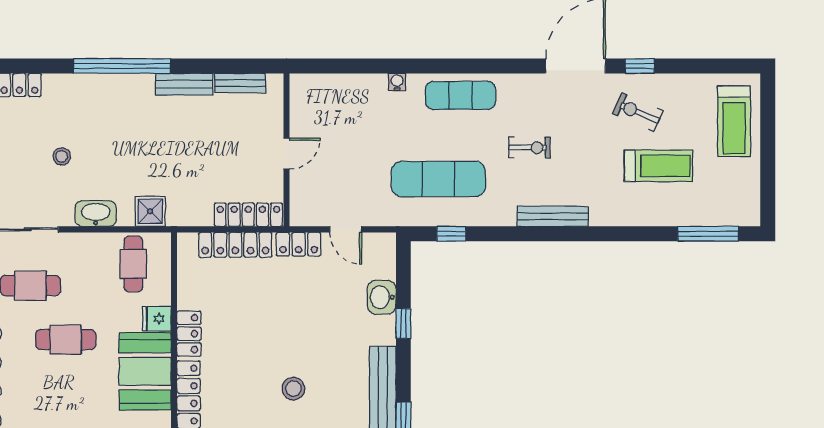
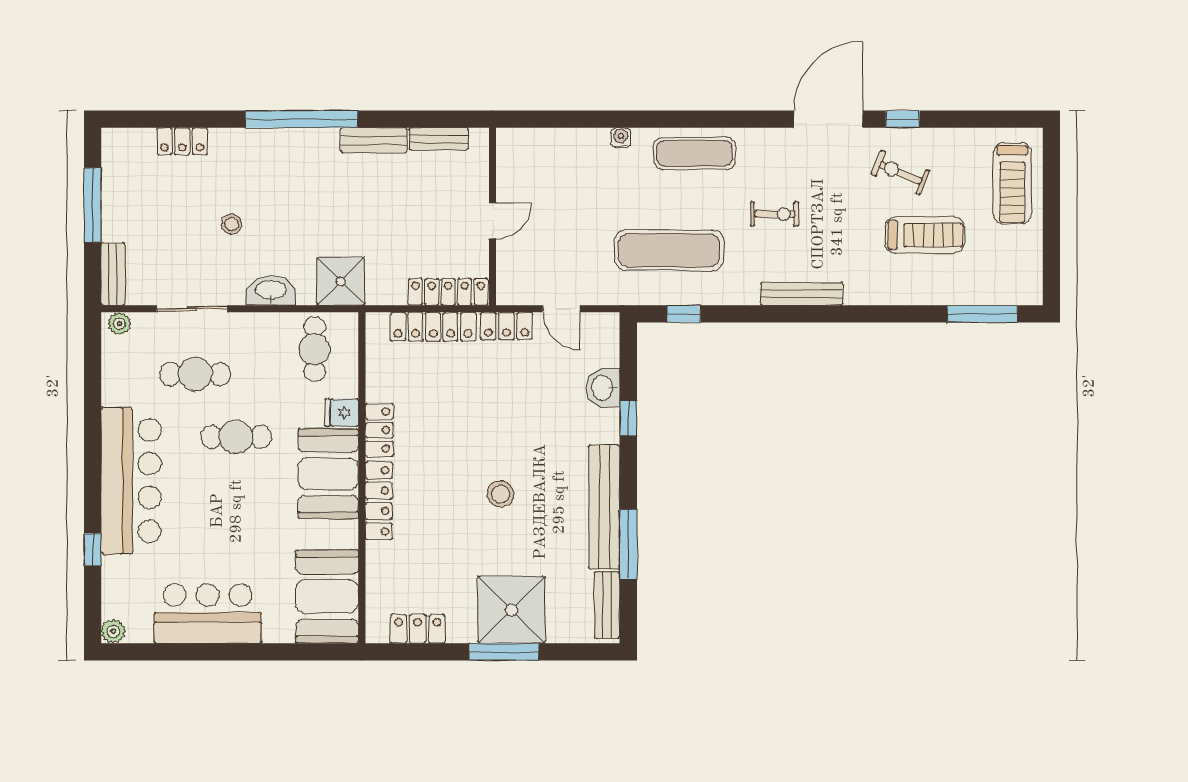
shower: (150, 211) -> (341, 282), width x1.36, depth x1.36

